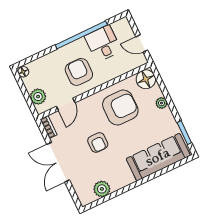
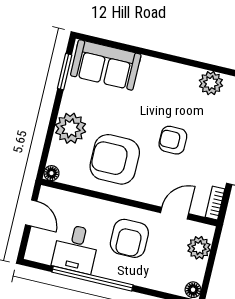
floor lamp: (146, 79) -> (52, 173), width x0.53, depth x0.53
plant: (161, 103) -> (71, 128), width x1.87, depth x1.87
armchair: (98, 142) -> (173, 140), turned -90
sofa: (158, 157) -> (106, 65), width x0.73

